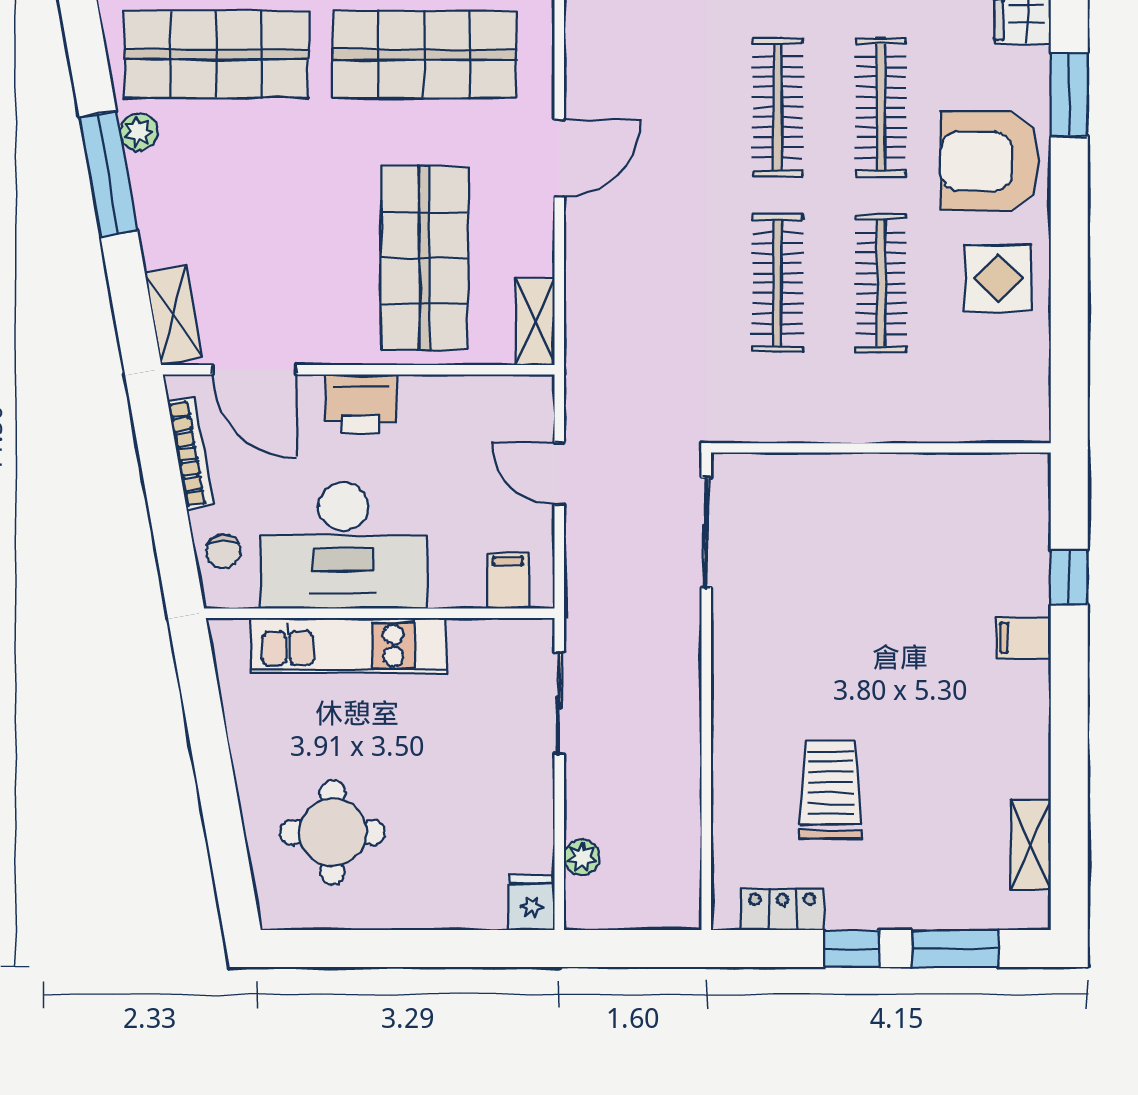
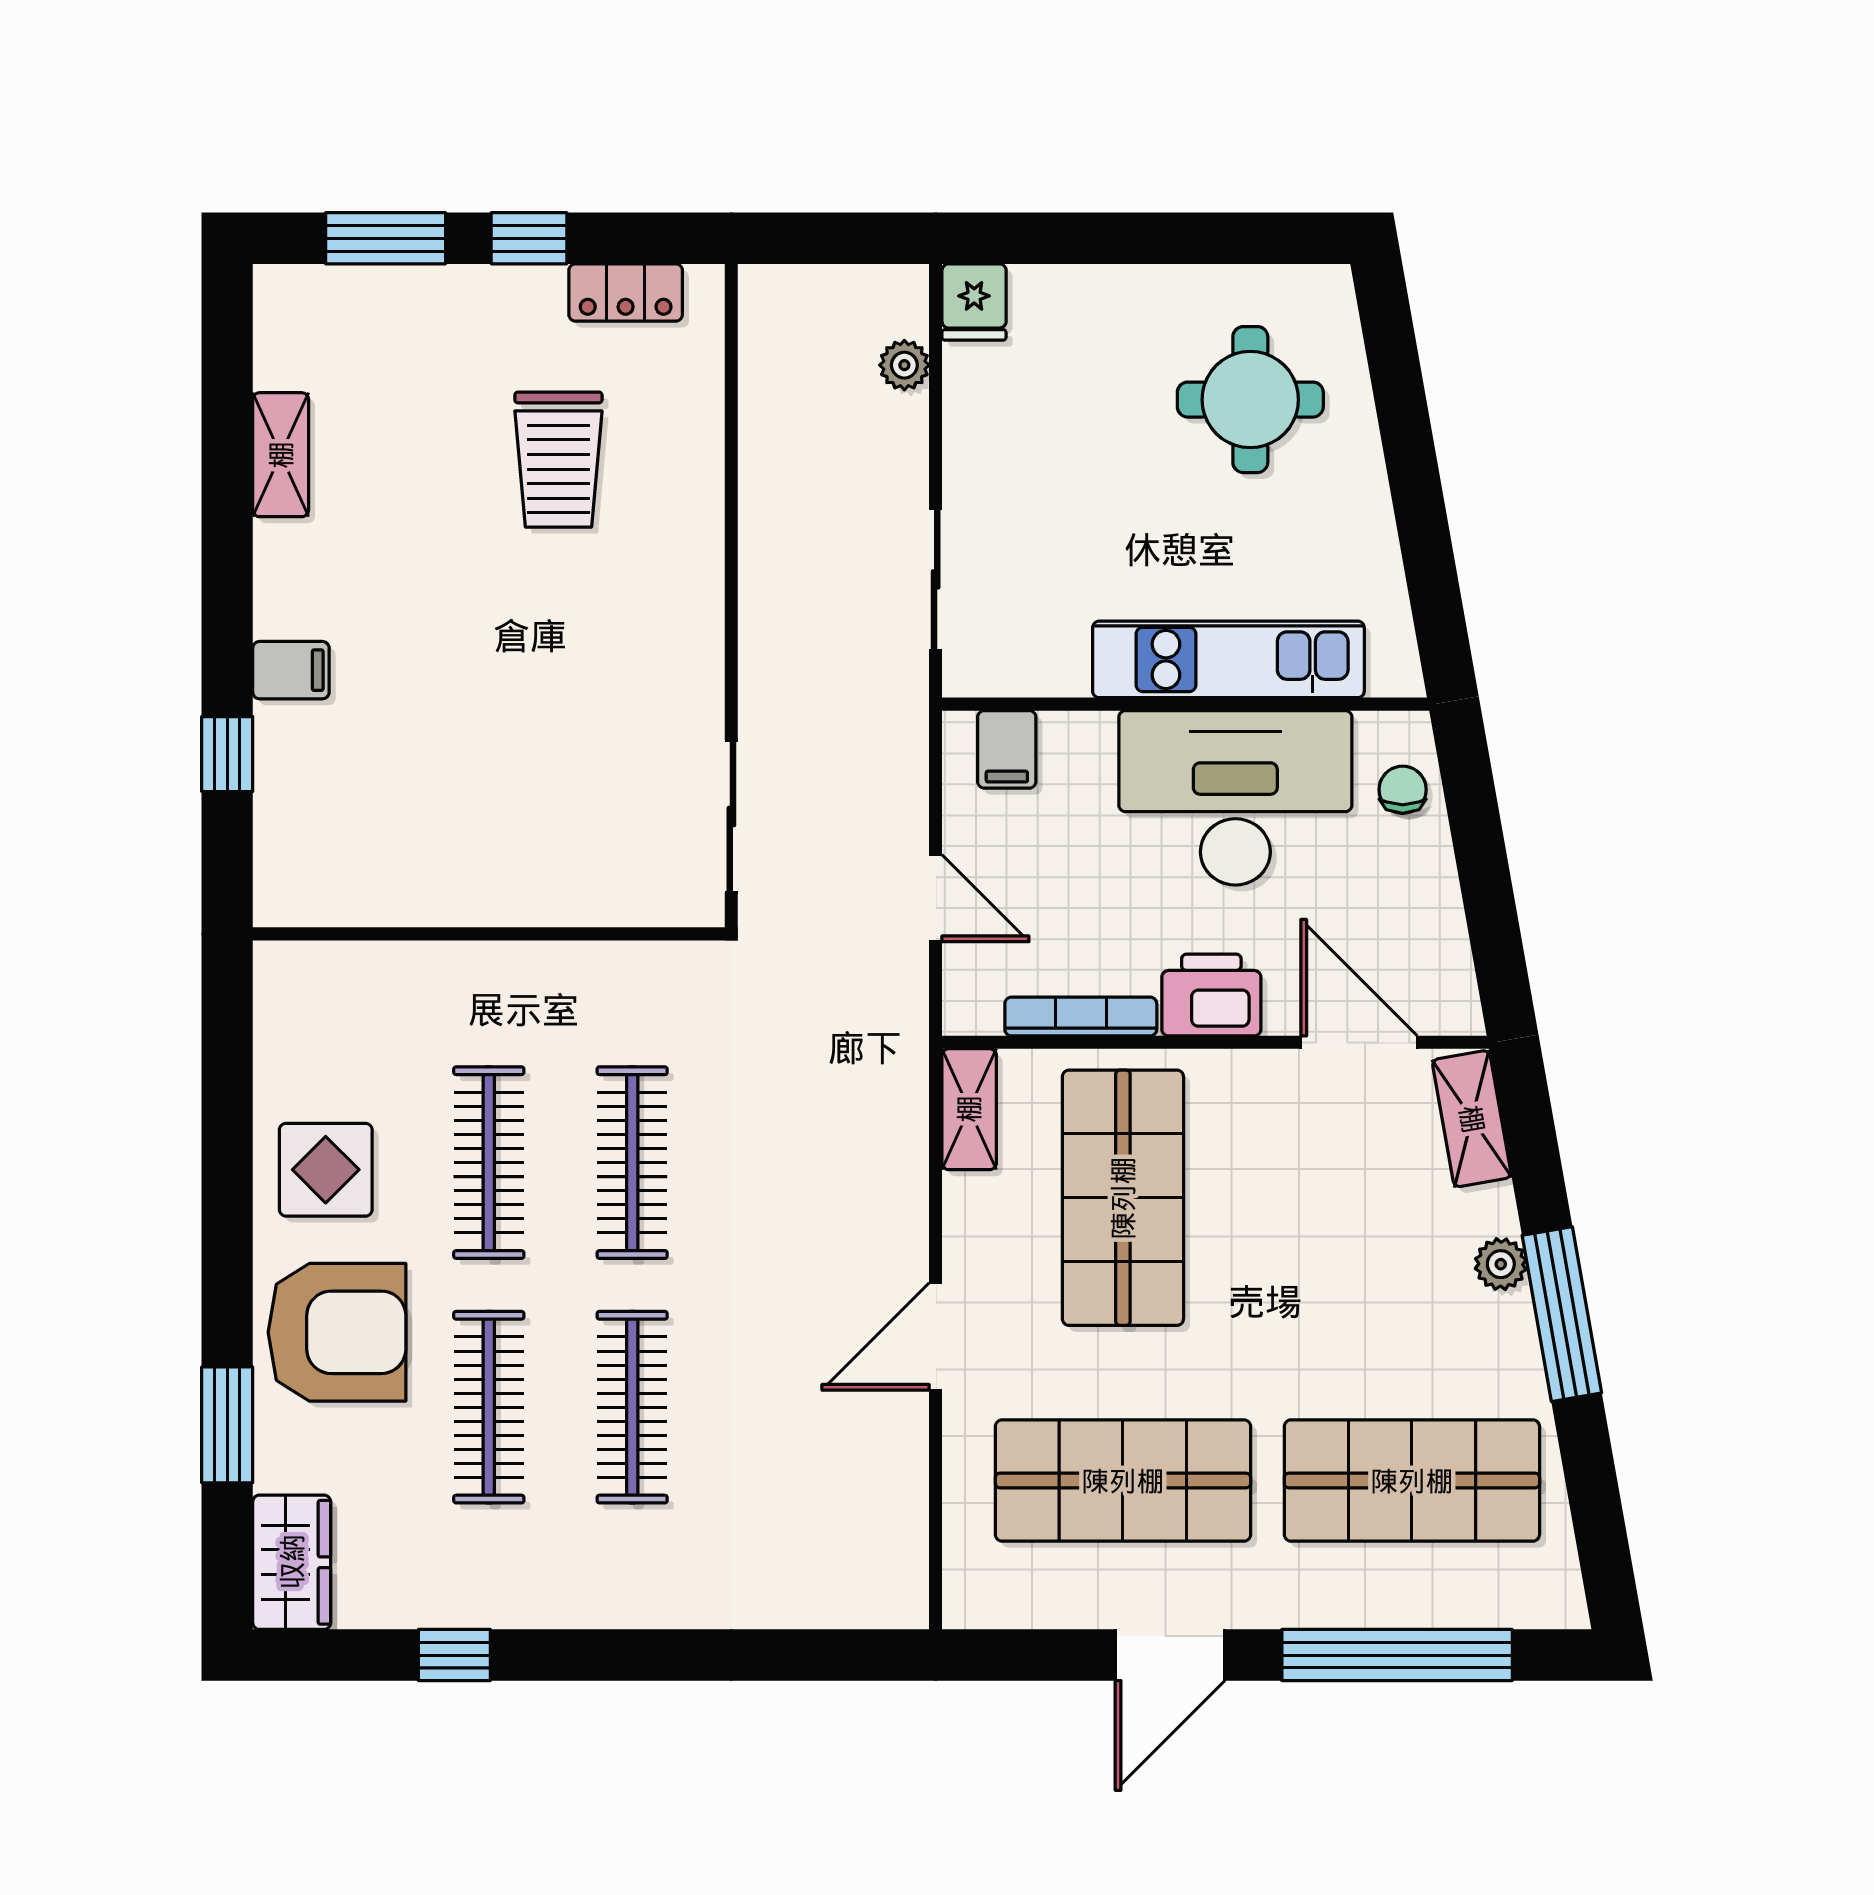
plant: (139, 132) -> (1501, 1264), moved
bookcase: (191, 453) -> (1081, 1017), moved, turned 100
shelving: (1031, 845) -> (281, 455), moved

